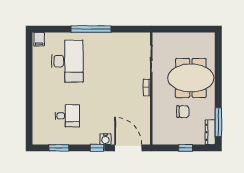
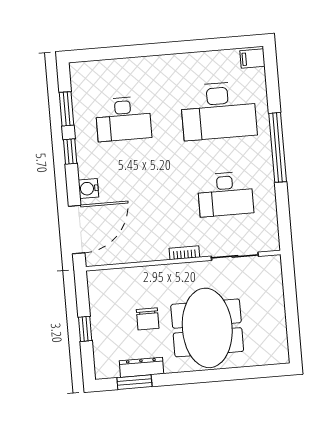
desk: (115, 61) -> (225, 194), added
desk: (67, 116) -> (123, 119), width x1.37
window: (218, 122) -> (134, 382), width x0.69
dresser: (210, 132) -> (141, 367), moved
window: (97, 148) -> (70, 151), moved

